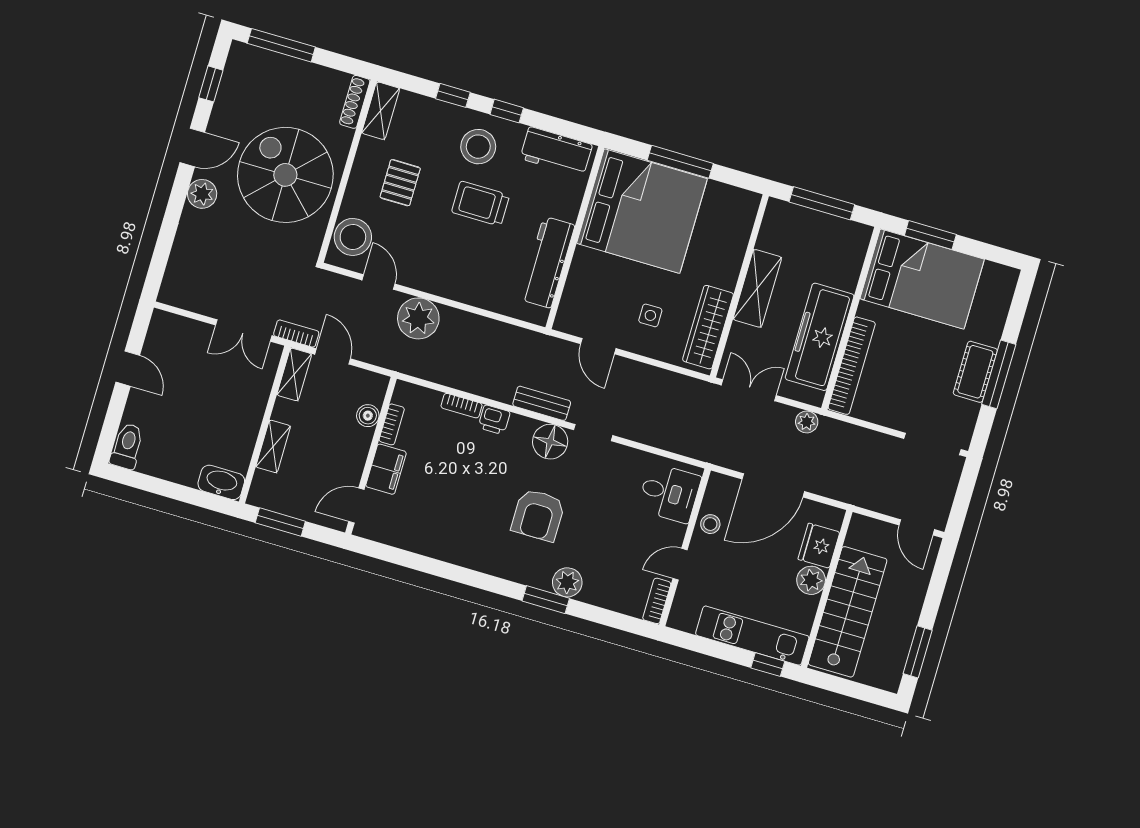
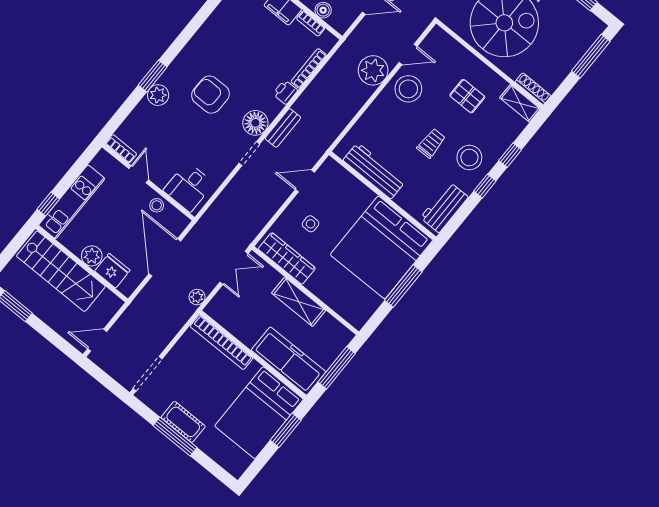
trolley: (481, 204) -> (431, 143), width x0.73, depth x0.72
stool: (353, 237) -> (408, 89), moved
freezer: (820, 337) -> (288, 361), moved
bookcase: (461, 406) -> (309, 68), width x1.56

